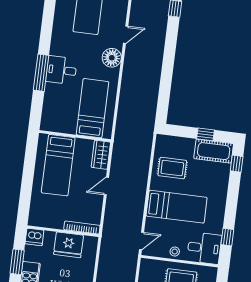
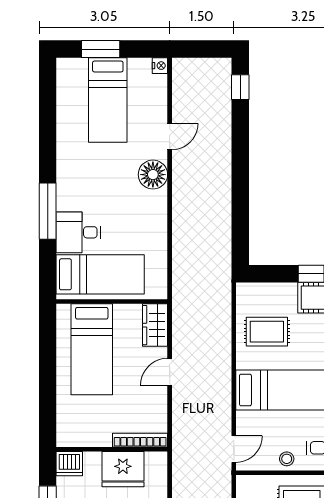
desk: (61, 70) -> (78, 232), moved
bed: (92, 108) -> (100, 274), moved, turned 90

